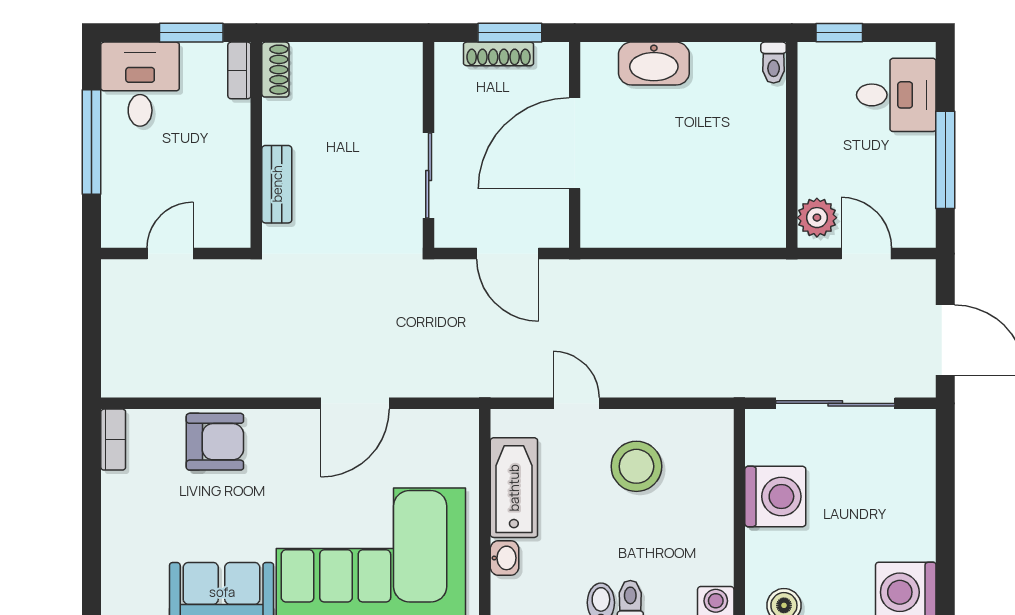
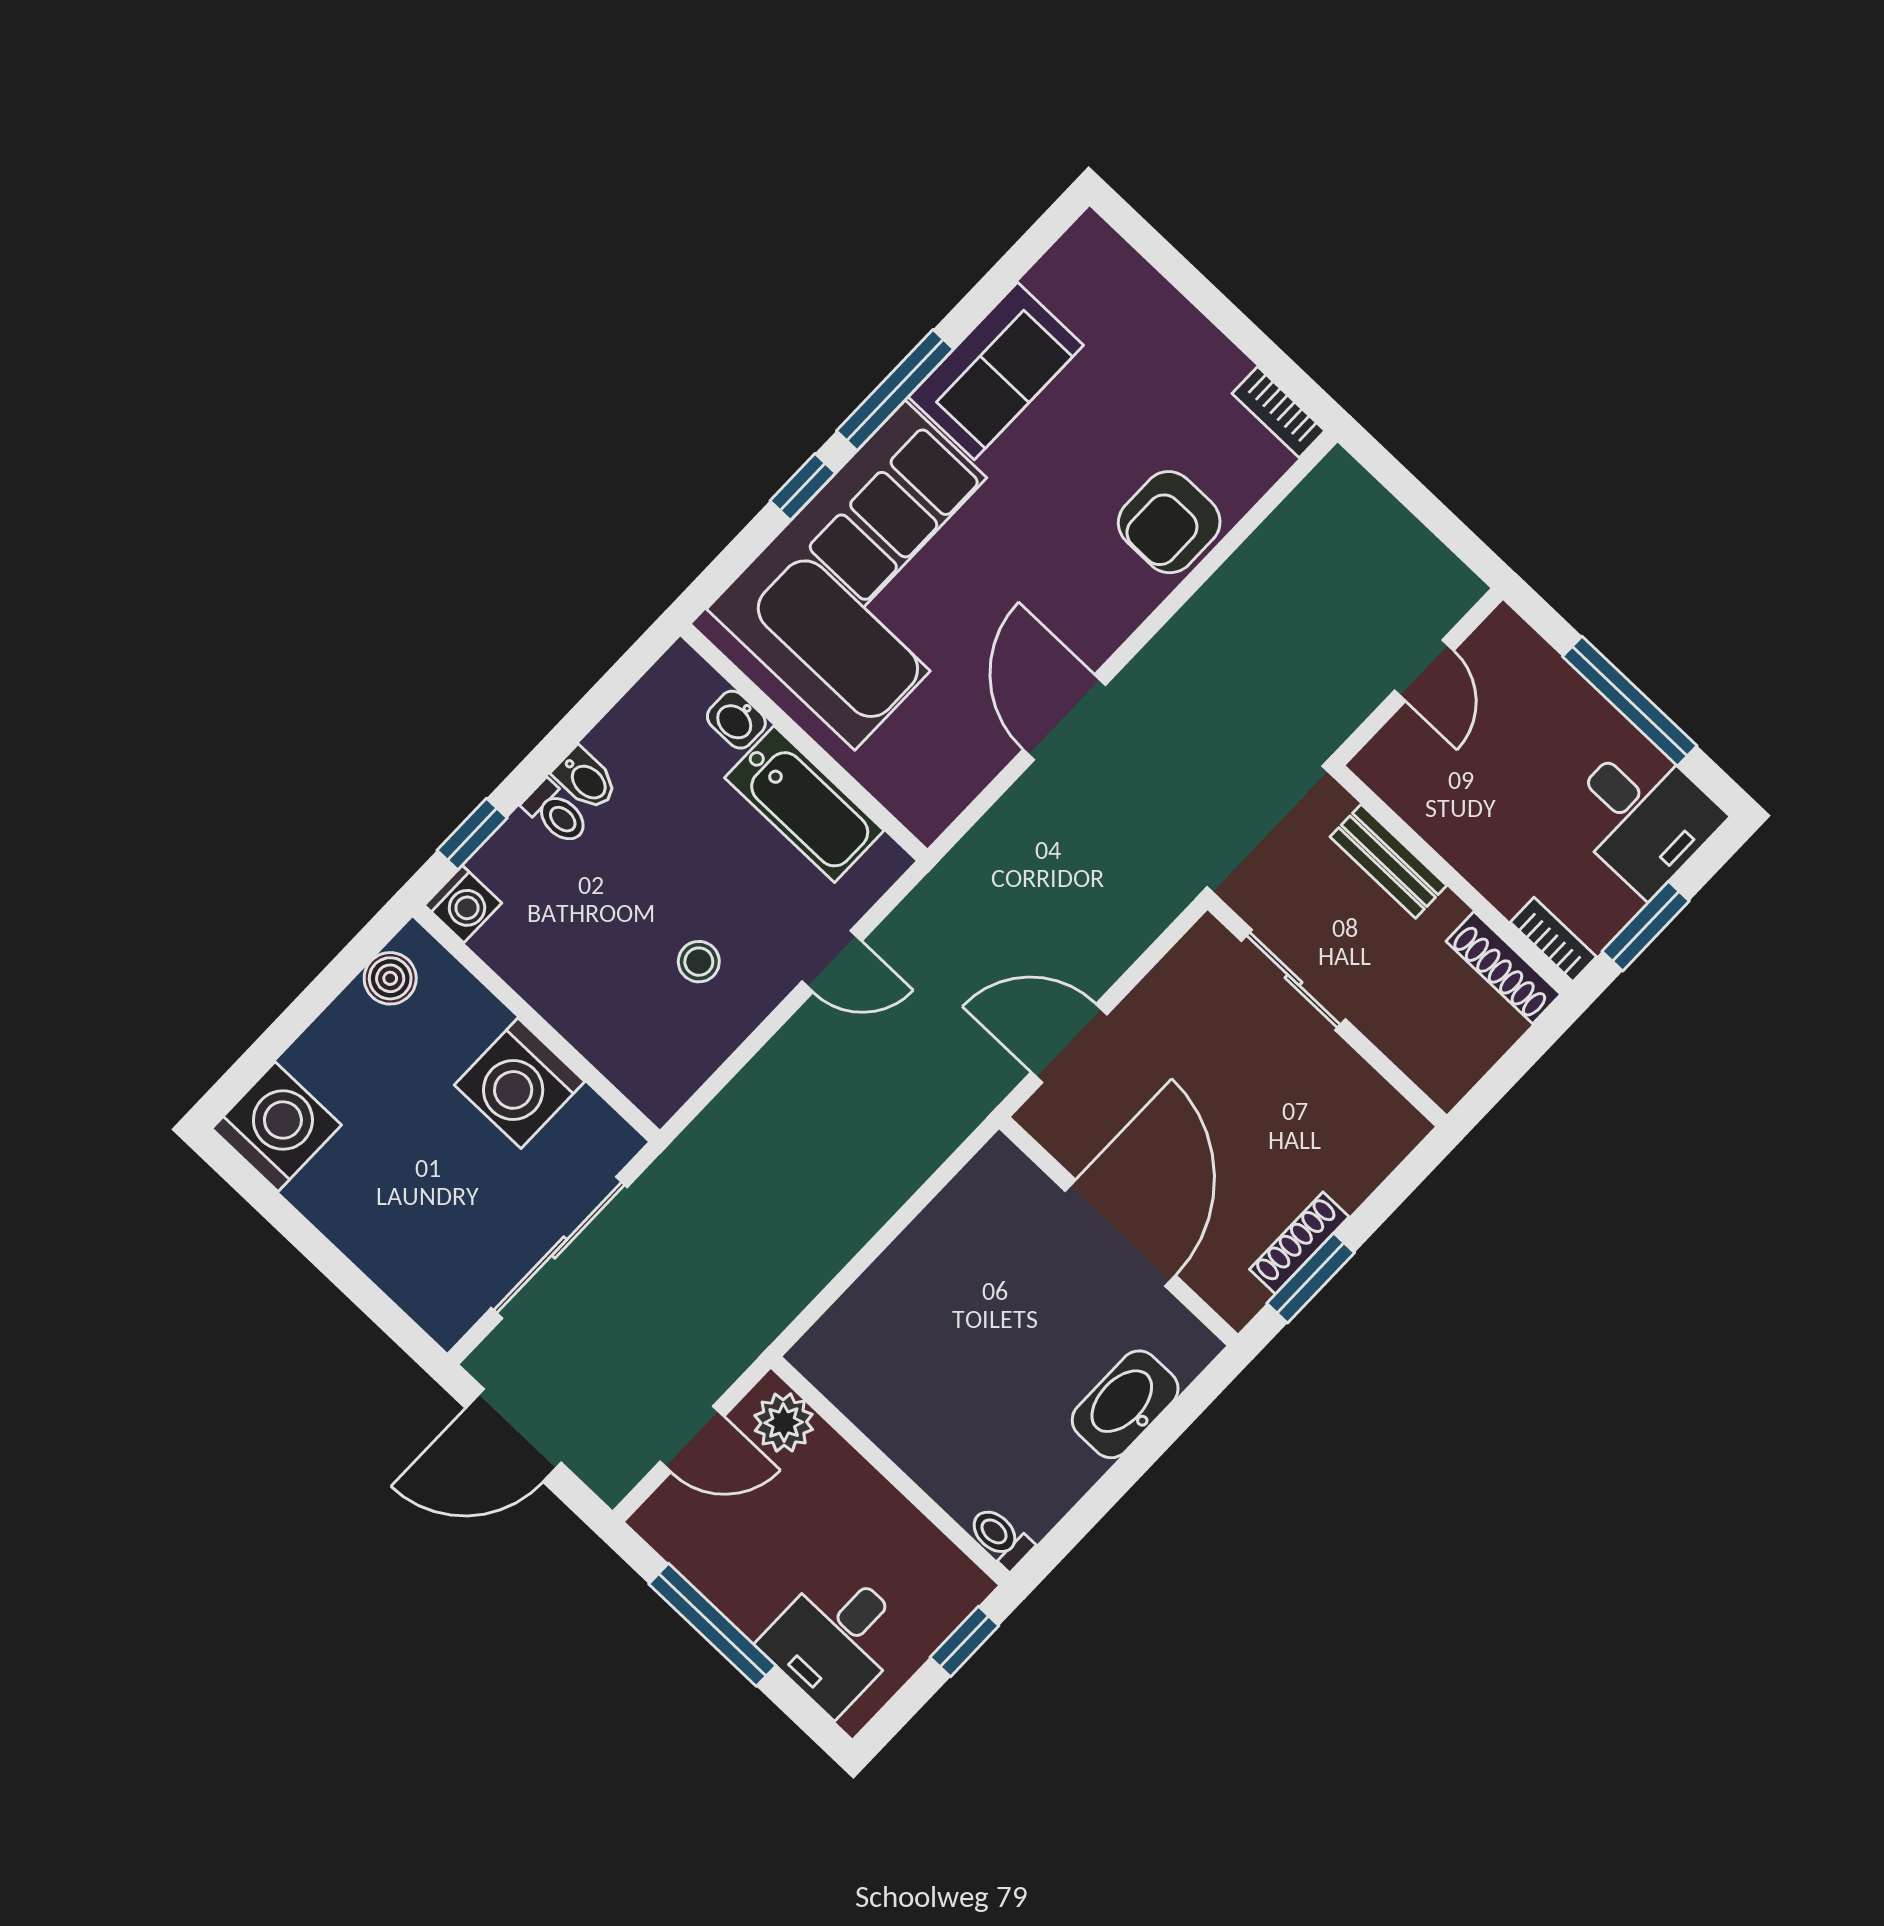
shoe rack: (275, 70) -> (1503, 968), width x1.43
wall: (429, 145) -> (1327, 1012), moved
sliding door: (429, 176) -> (1293, 980), moved
stool: (636, 466) -> (699, 962), width x0.53, depth x0.53

